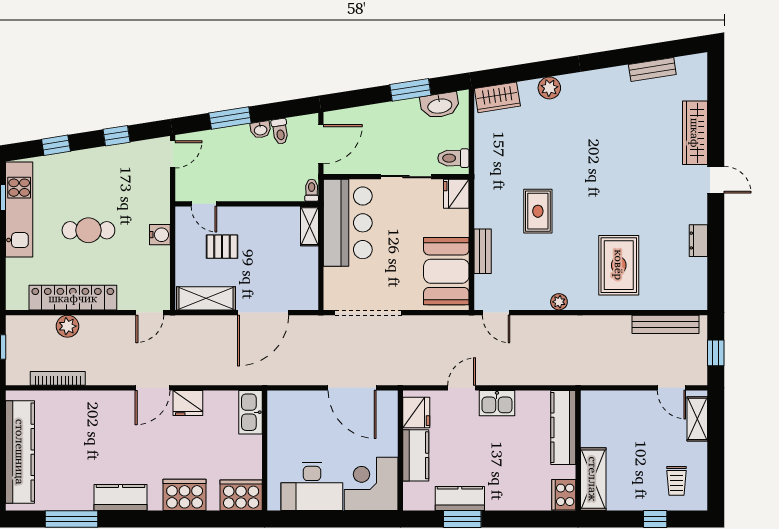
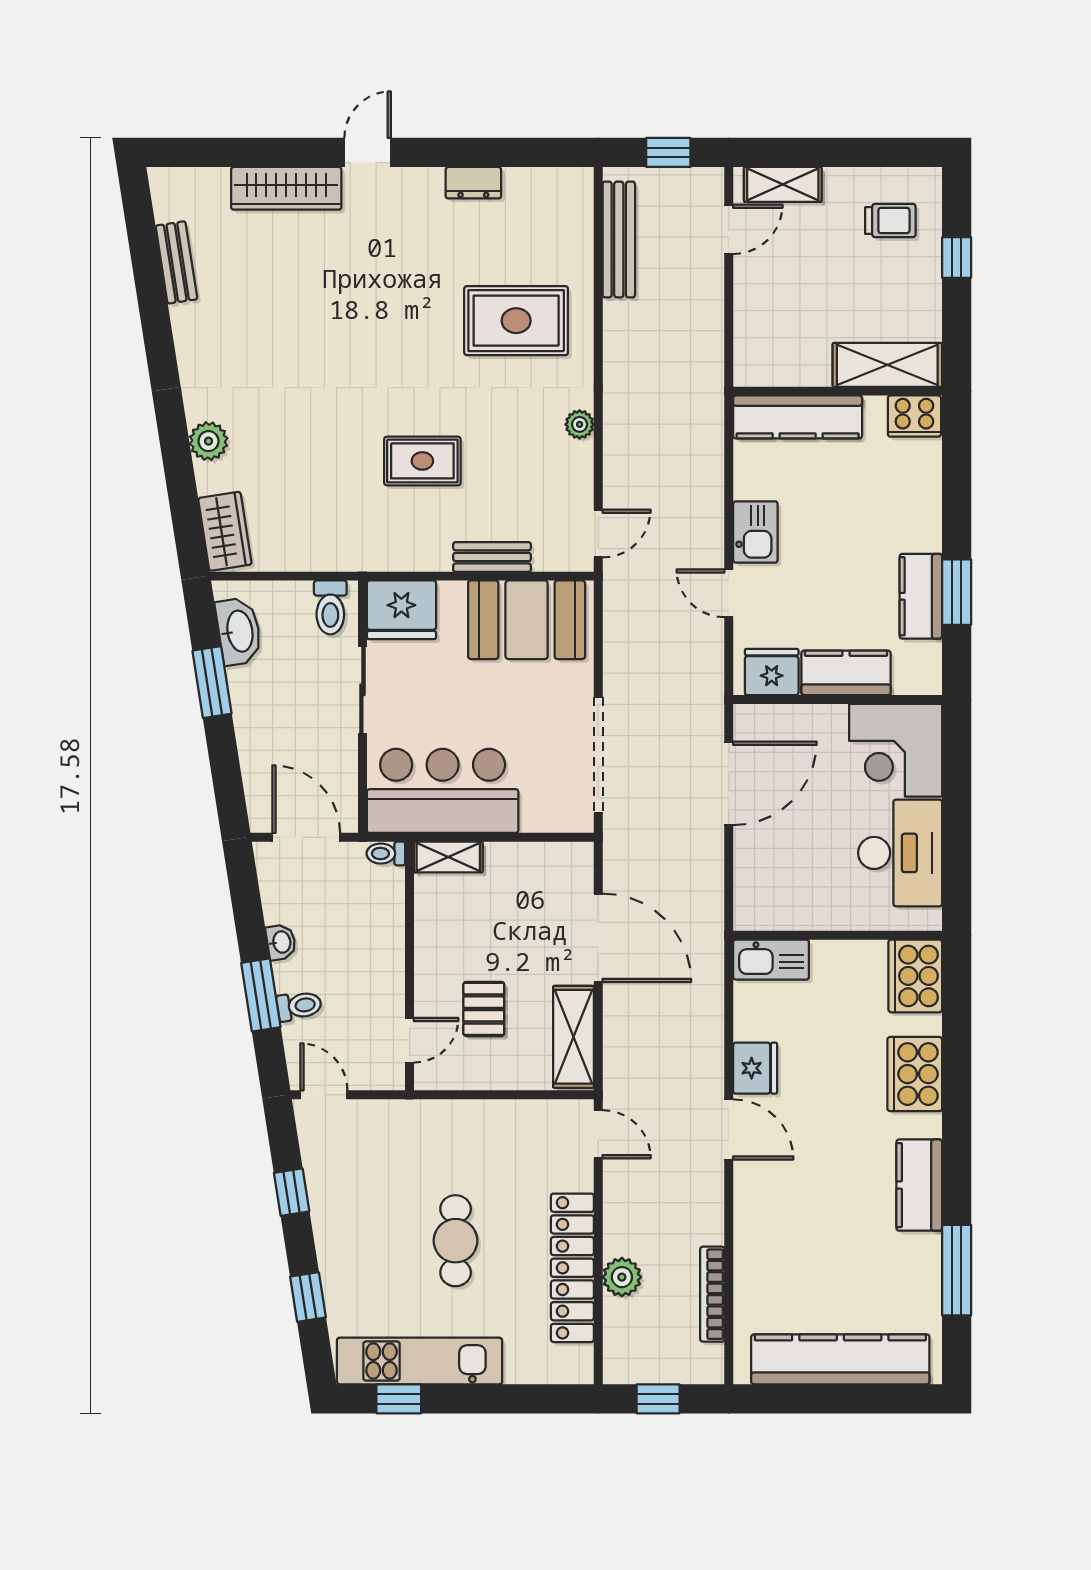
toilet: (280, 131) -> (299, 1006), moved
fridge: (456, 194) -> (401, 610), width x1.36, depth x1.34
water cooler: (160, 235) -> (463, 1117), removed

